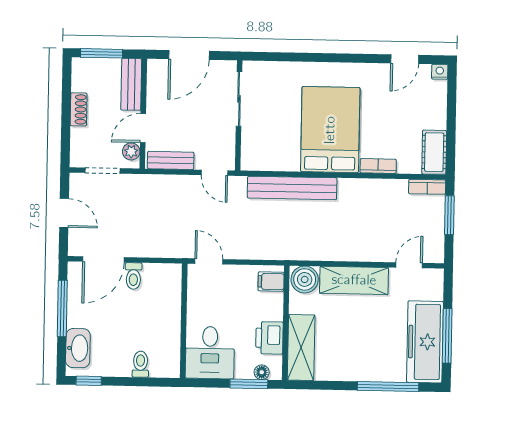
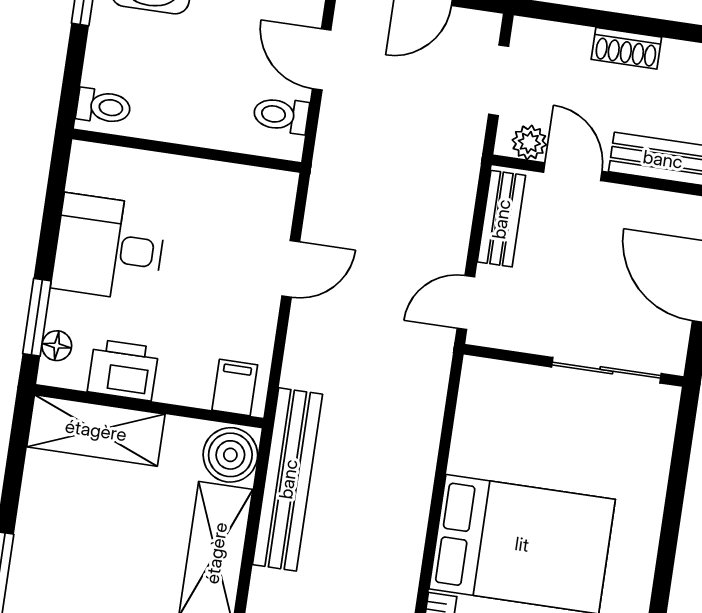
bench: (292, 188) -> (288, 479), moved
door: (103, 259) -> (322, 59), width x0.73
wall: (184, 321) -> (187, 151), moved

